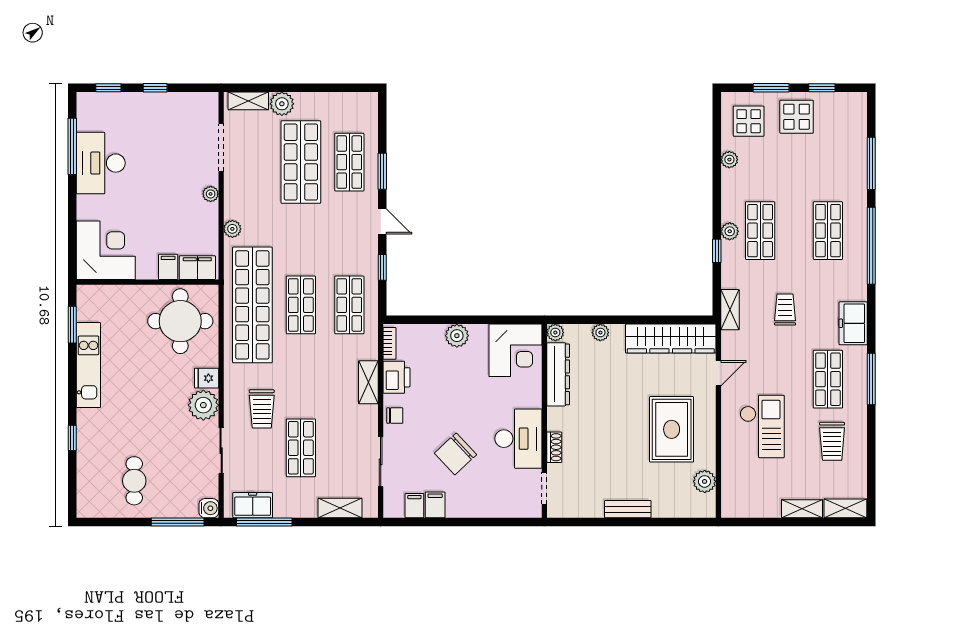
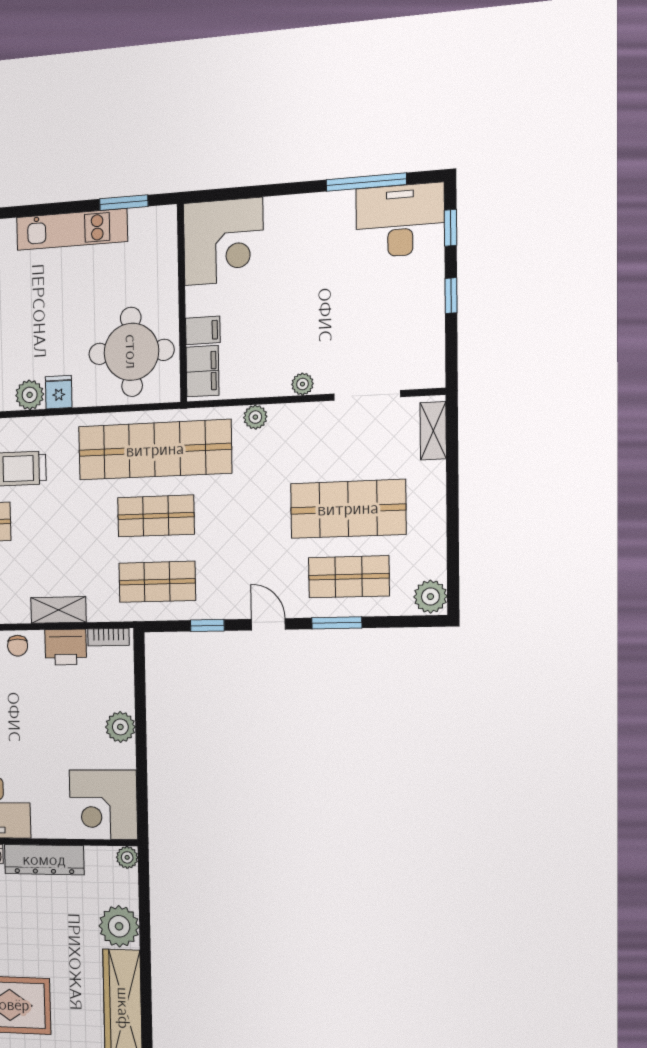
plant: (282, 104) -> (430, 597), moved
desk: (101, 163) -> (400, 221), moved
door: (382, 222) -> (268, 624), swing flipped
plant: (600, 333) -> (119, 926), width x1.88, depth x1.88
dresser: (558, 374) -> (44, 860), moved
plant: (203, 405) -> (30, 395), width x0.73, depth x0.73

